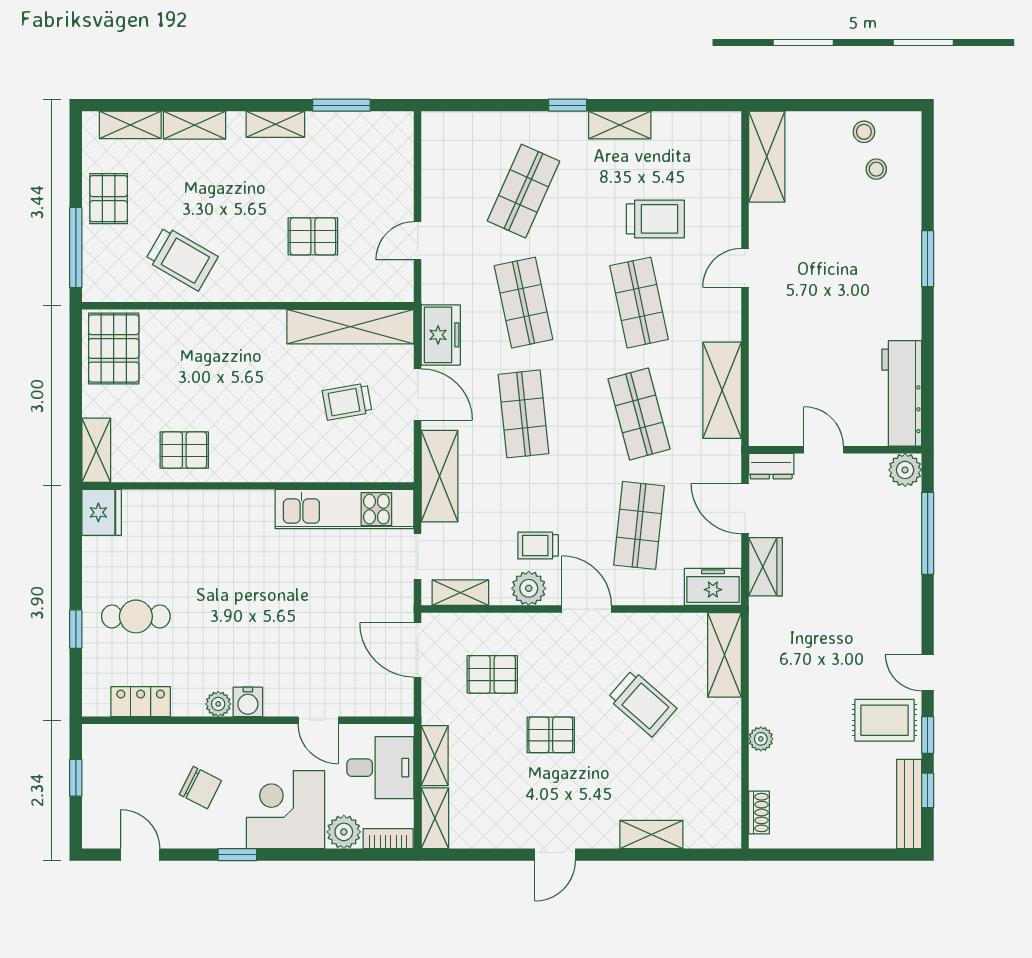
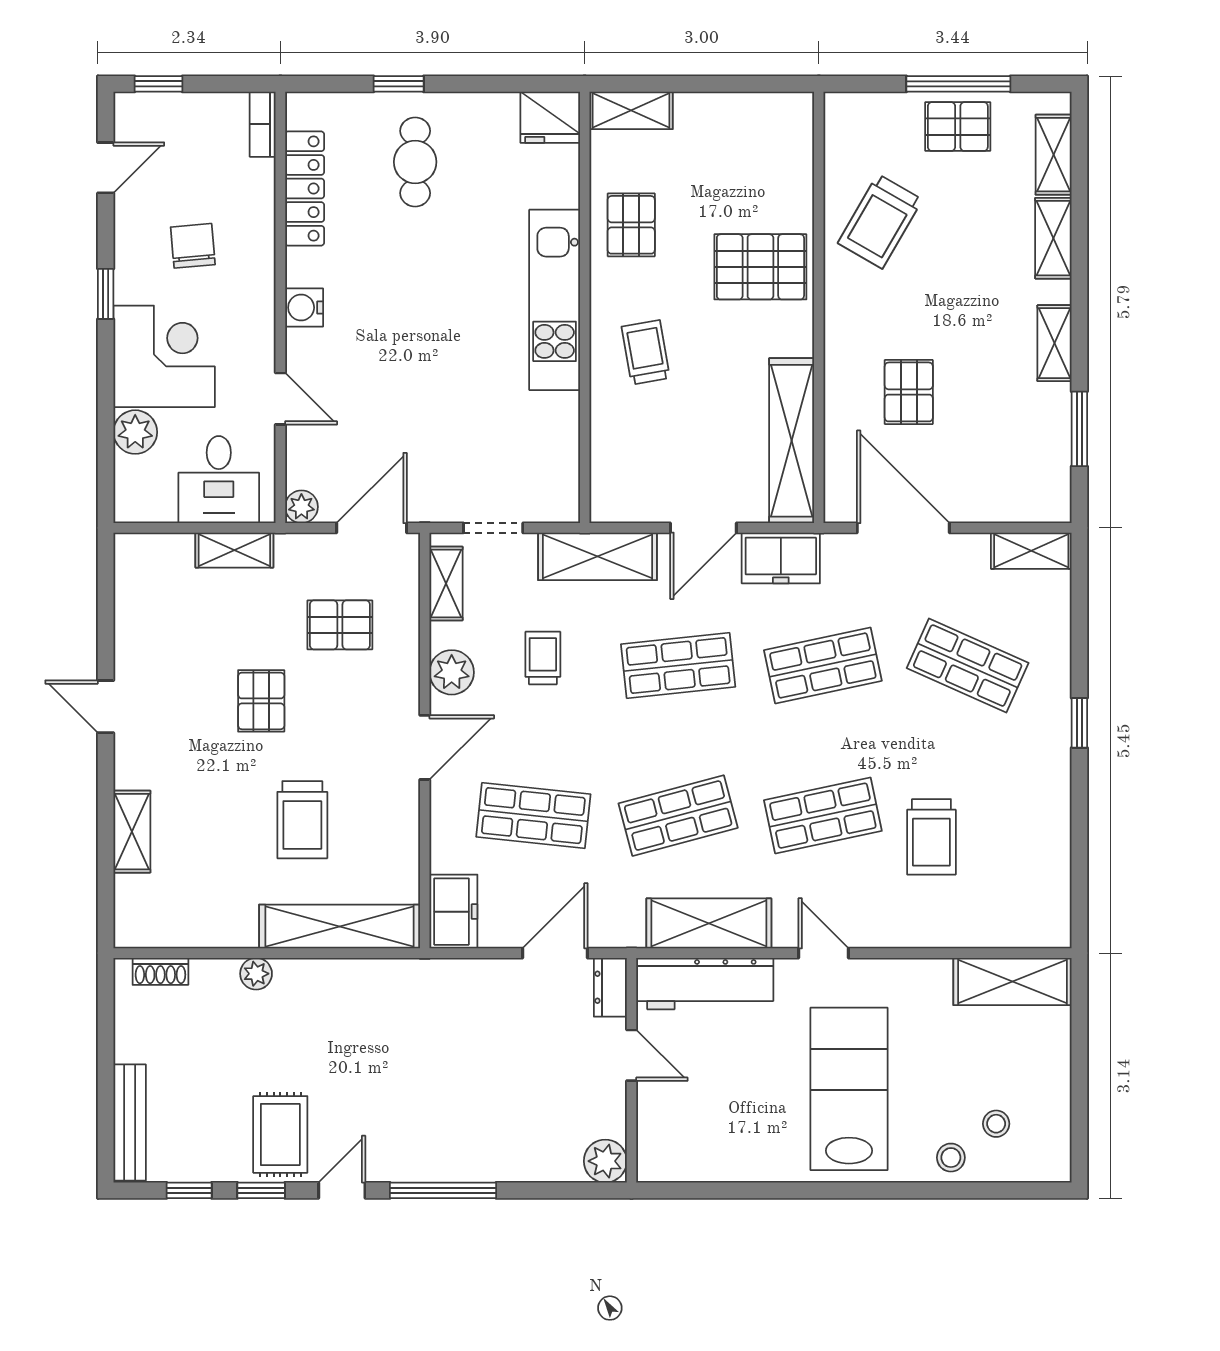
shelving: (620, 125) -> (1031, 551), moved, turned 90
stool: (864, 132) -> (951, 1158), moved
door: (418, 241) -> (903, 528), width x1.88
window: (76, 248) -> (958, 84), moved
window: (928, 259) -> (880, 1190), removed
door: (745, 268) -> (824, 953), moved
lab bench: (849, 282) -> (849, 1089), added
pallet: (114, 348) -> (760, 267), moved
workbench: (902, 393) -> (705, 984), moved, turned 180
trolley: (347, 402) -> (646, 352), moved
door: (824, 450) -> (632, 1055), hinge flipped
kitchen unit: (345, 509) -> (555, 300), moved
window: (928, 533) -> (443, 1190), moved
trolley: (538, 545) -> (543, 658), moved
wardrobe: (765, 567) -> (480, 980), removed
shelving: (724, 655) -> (340, 927), width x1.47
pallet: (492, 674) -> (340, 625), turned 90
locker: (141, 702) -> (305, 189), width x1.53
trolley: (642, 703) -> (302, 820), turned -41
plant: (218, 704) -> (301, 507), moved
door: (318, 720) -> (280, 399), swing flipped
window: (76, 778) -> (159, 84), moved
chair: (200, 788) -> (193, 246), turned 148
bench: (909, 804) -> (130, 1122), moved, turned 90
shelving: (435, 818) -> (153, 550), removed
bookcase: (388, 839) -> (263, 124), moved, turned 180

